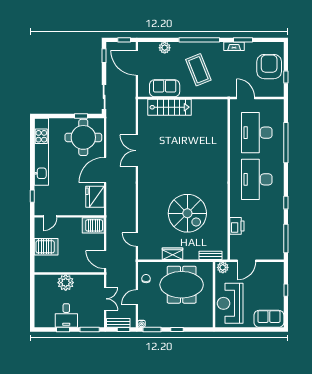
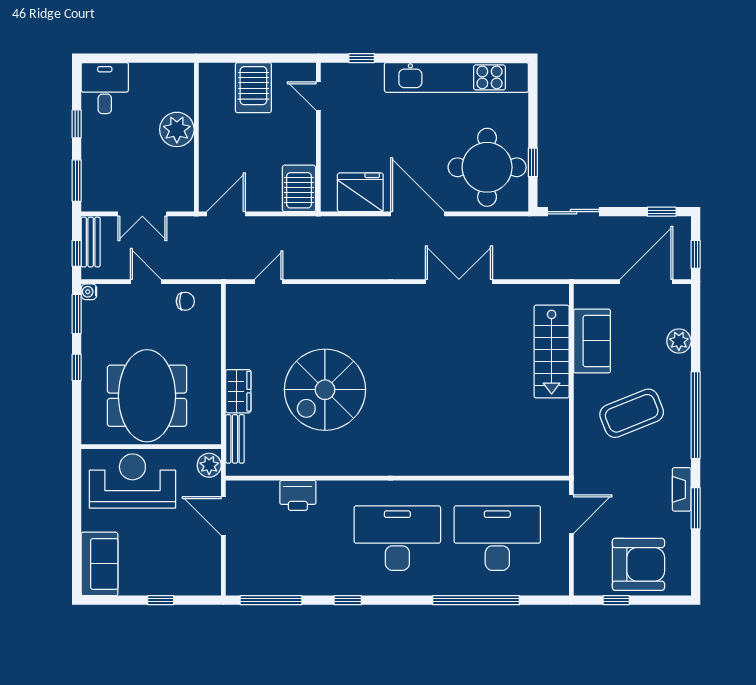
wardrobe: (172, 254) -> (238, 391), moved
meeting table: (182, 285) -> (147, 396), moved
desk: (66, 315) -> (105, 88), moved, turned 90

